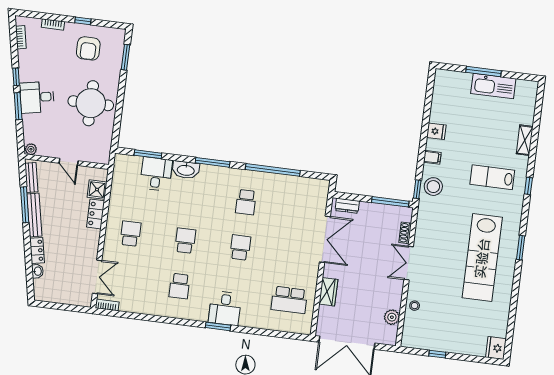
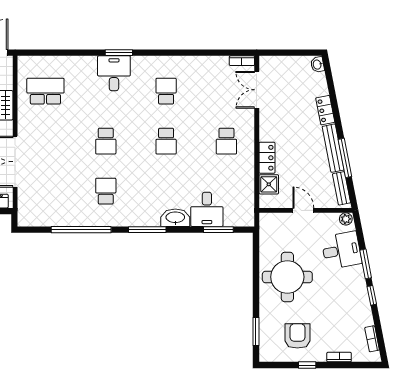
desk: (37, 97) -> (341, 250), moved
washbasin: (38, 271) -> (317, 65), moved

